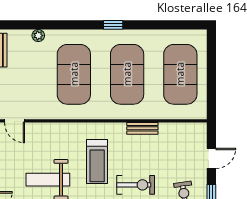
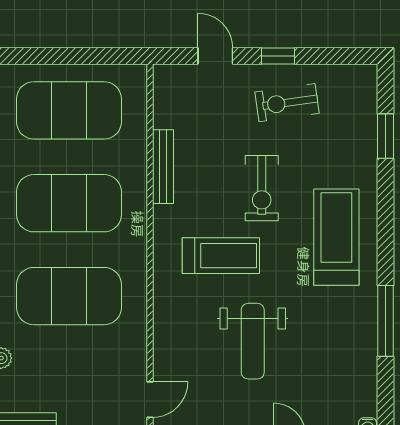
bench: (142, 128) -> (163, 167), width x1.36
exercise bike: (136, 185) -> (262, 188), turned 180

